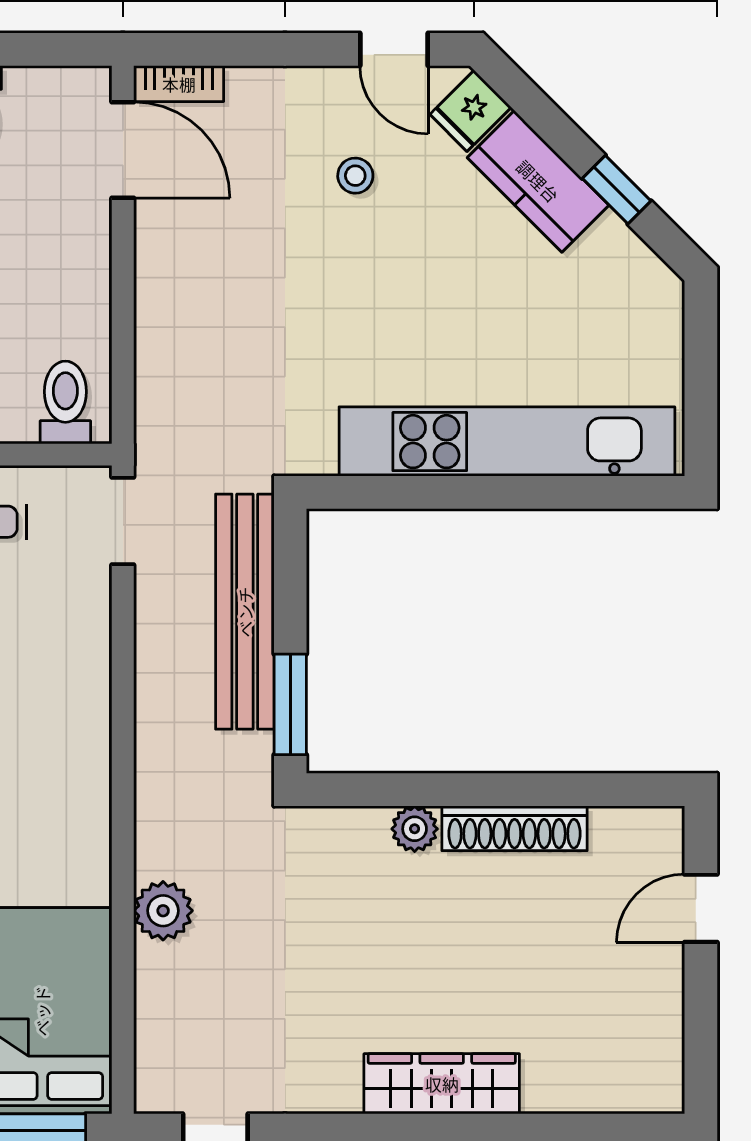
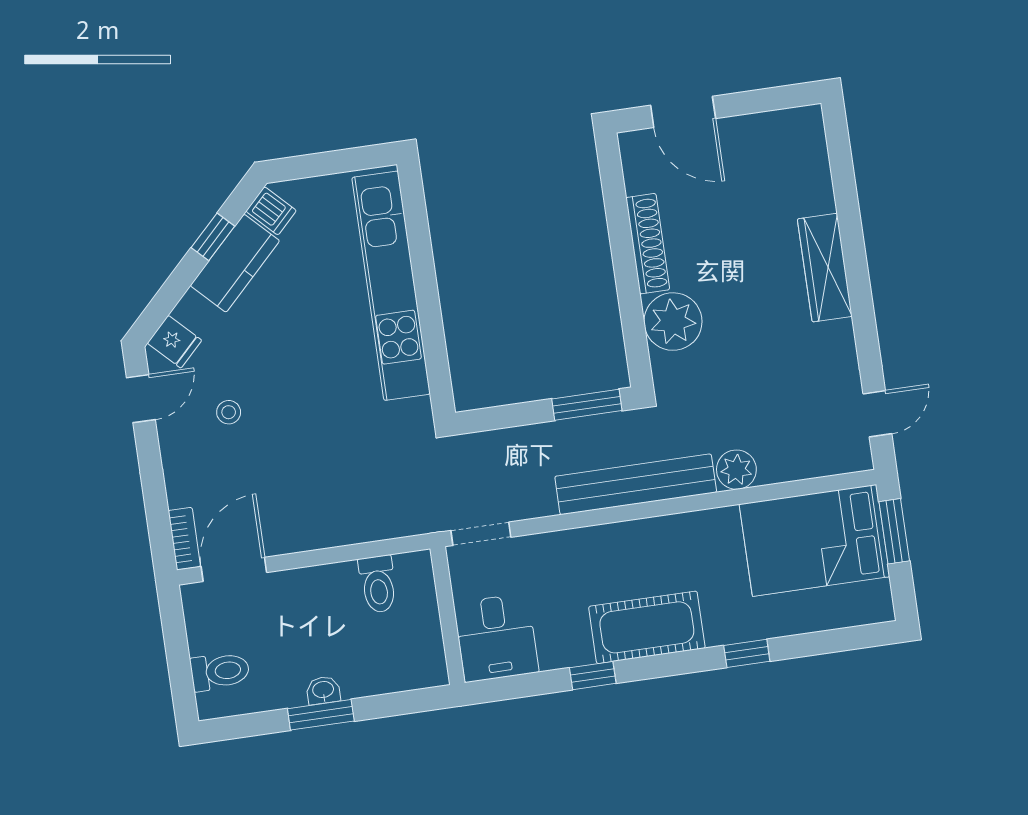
kitchen counter: (538, 181) -> (235, 263), moved
dishwasher: (643, 281) -> (271, 211), added
toilet: (65, 402) -> (378, 584), moved, turned -90
bench: (245, 612) -> (636, 484), moved
plant: (415, 829) -> (673, 322), width x1.88, depth x1.88
door: (701, 908) -> (683, 112), width x1.38

